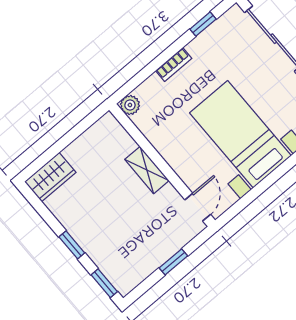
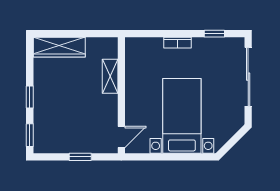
plant: (130, 105) -> (132, 45), removed
shelving: (147, 170) -> (110, 76), moved
wardrobe: (50, 177) -> (59, 47), width x1.50

